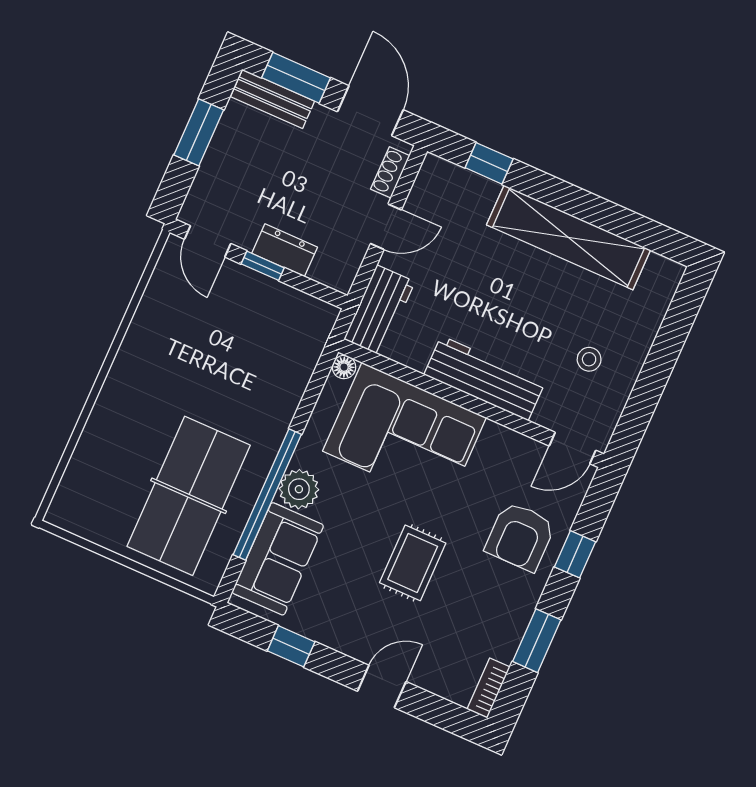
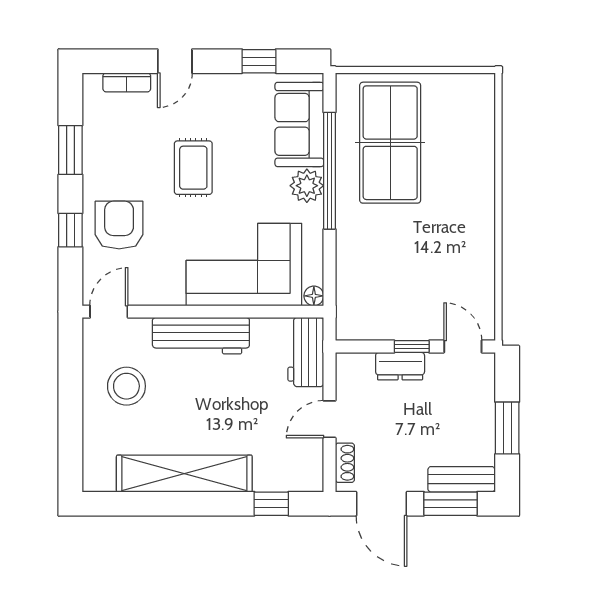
stool: (589, 359) -> (126, 386), width x1.89, depth x1.89
bookcase: (488, 688) -> (127, 82), moved, turned 90

